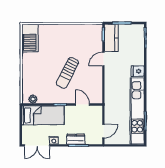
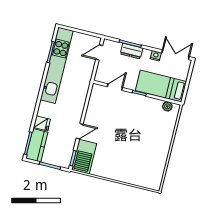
barbecue: (30, 38) -> (84, 157), moved, turned 180
kitchen counter: (111, 38) -> (37, 145), moved, turned 180
fridge: (138, 71) -> (42, 123), moved
sun lounger: (68, 73) -> (123, 126), removed
door: (82, 105) -> (115, 87), swing flipped

